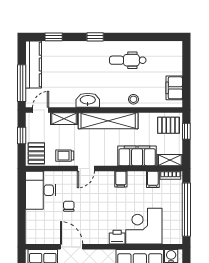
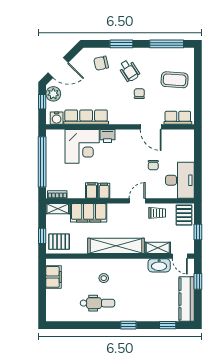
window: (22, 83) -> (198, 281), width x0.46
stool: (133, 99) -> (104, 278), moved
washbasin: (88, 100) -> (159, 265), moved
door: (41, 110) -> (180, 256), hinge flipped
filing cabinet: (153, 179) -> (92, 190), moved

